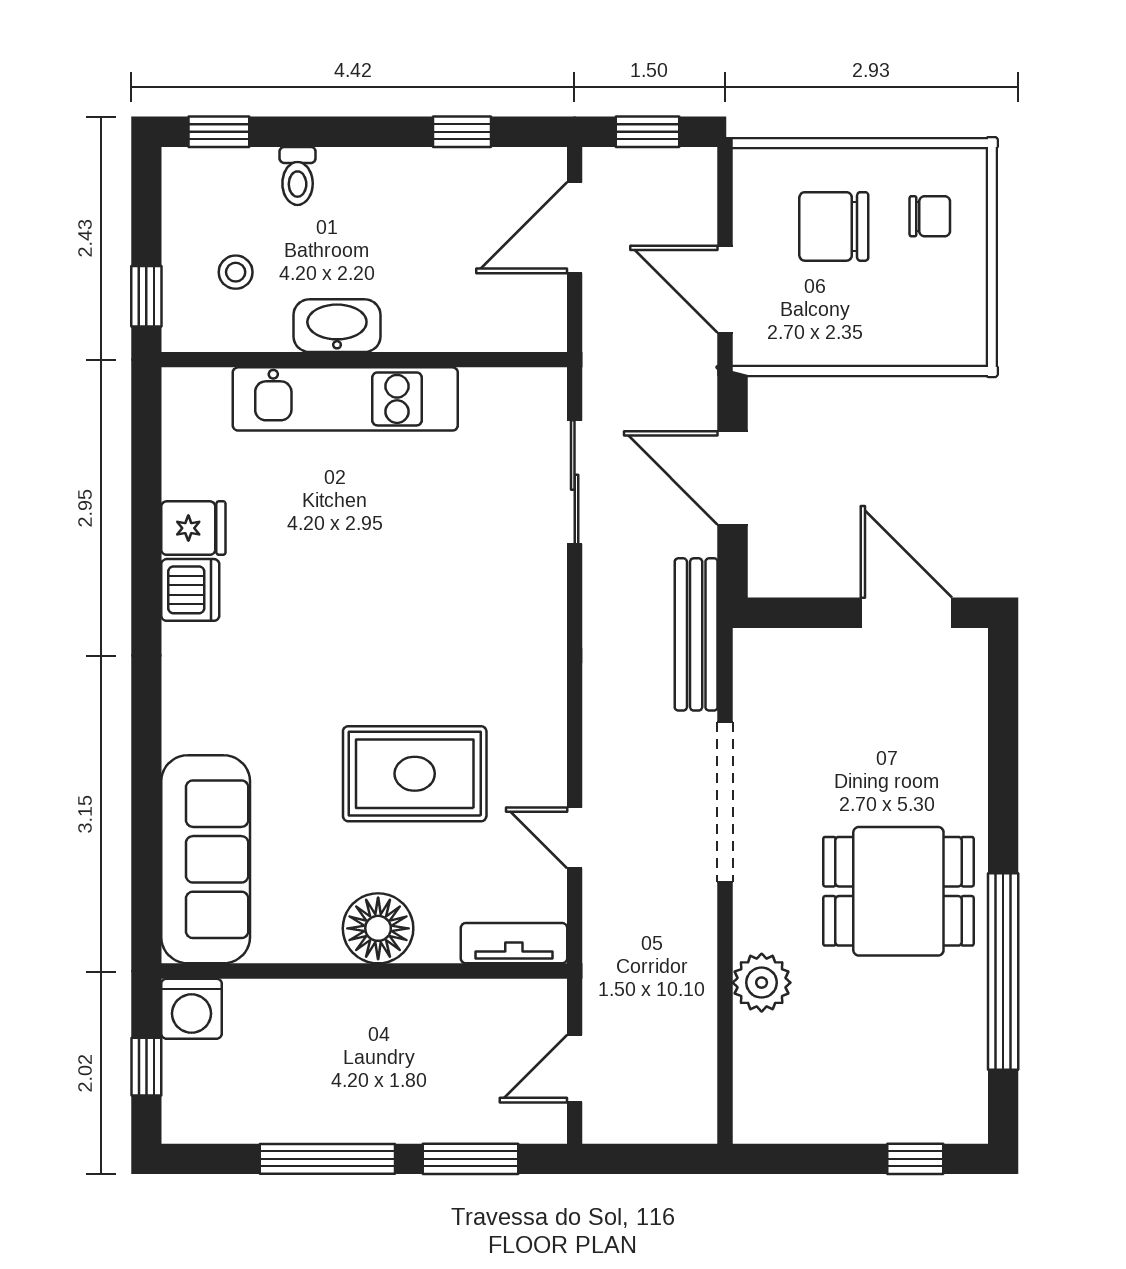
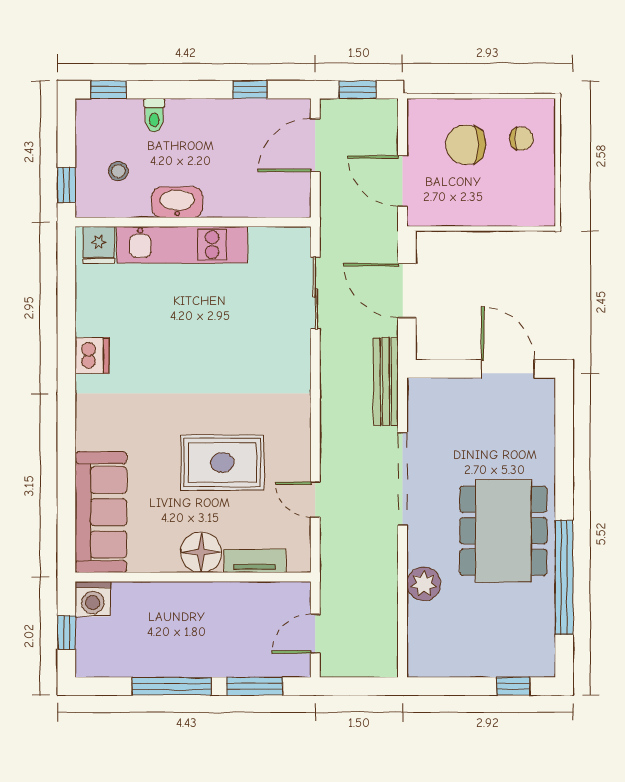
fridge: (193, 528) -> (99, 245), moved, turned 90
dining table: (898, 891) -> (503, 531), width x1.38
tv unit: (514, 943) -> (255, 561), moved

